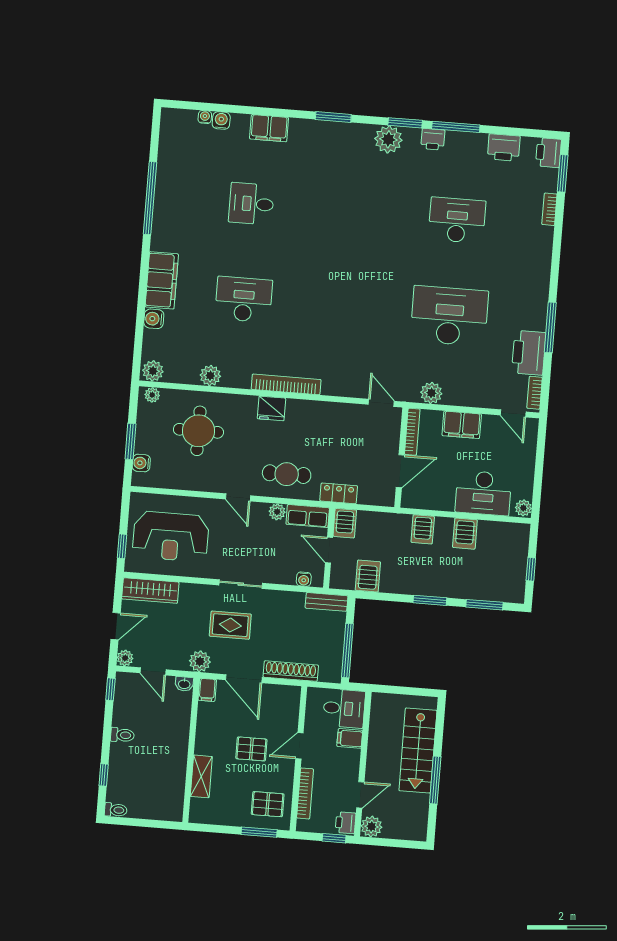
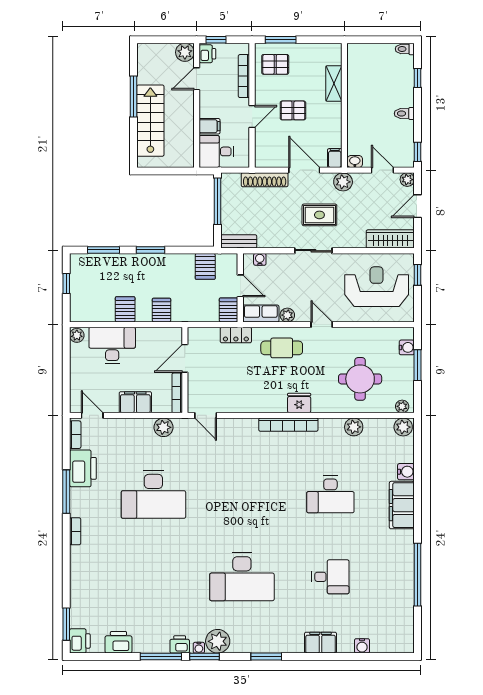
water cooler: (205, 117) -> (199, 648), moved
bookcase: (549, 209) -> (75, 531), moved
desk: (457, 220) -> (242, 577), moved, width x1.36, depth x1.30

